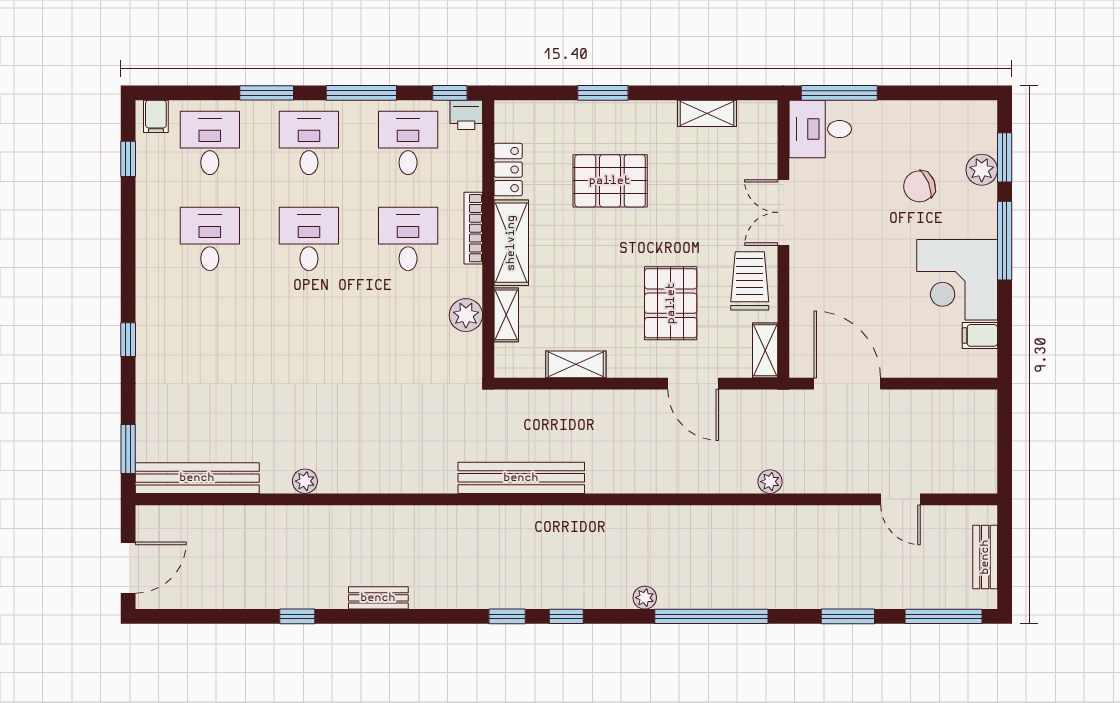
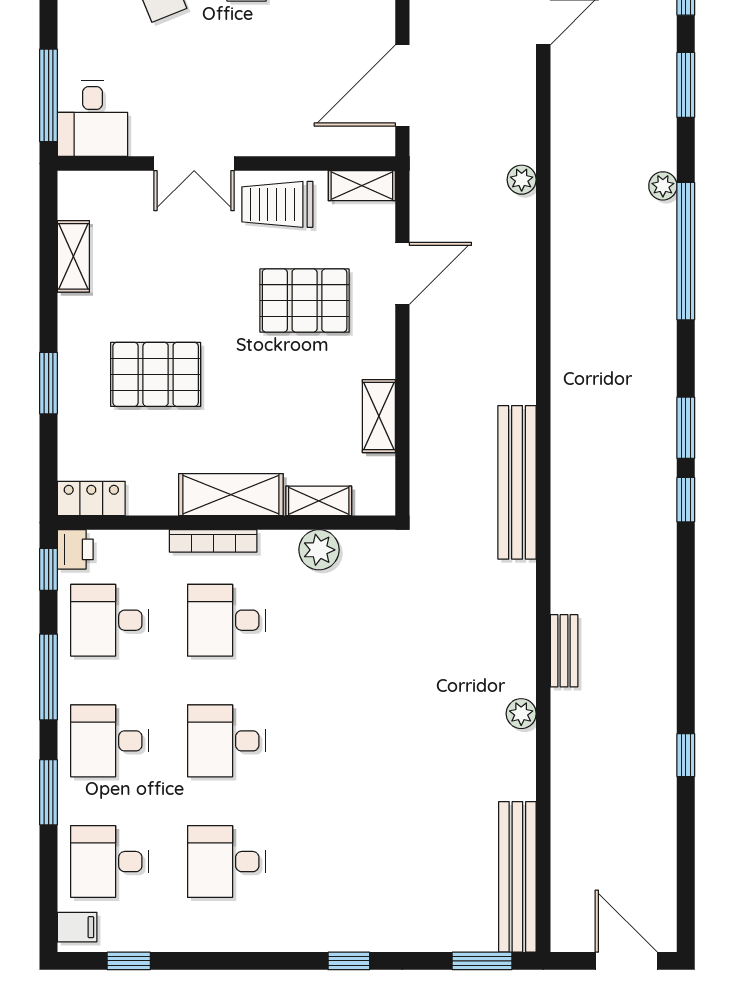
locker: (508, 170) -> (91, 498), moved
pallet: (610, 181) -> (156, 374), turned 90
plant: (305, 481) -> (521, 714), moved
bench: (378, 598) -> (564, 651), moved
plant: (645, 598) -> (663, 186), moved
window: (566, 616) -> (686, 428), width x1.50

